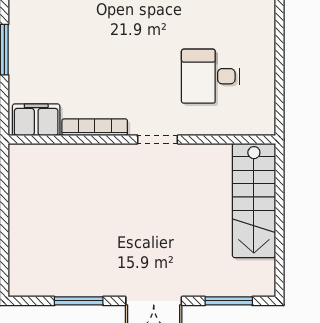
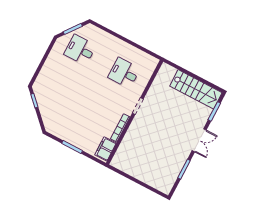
desk: (211, 76) -> (124, 73), turned 90
stairs: (254, 201) -> (196, 89), moved

